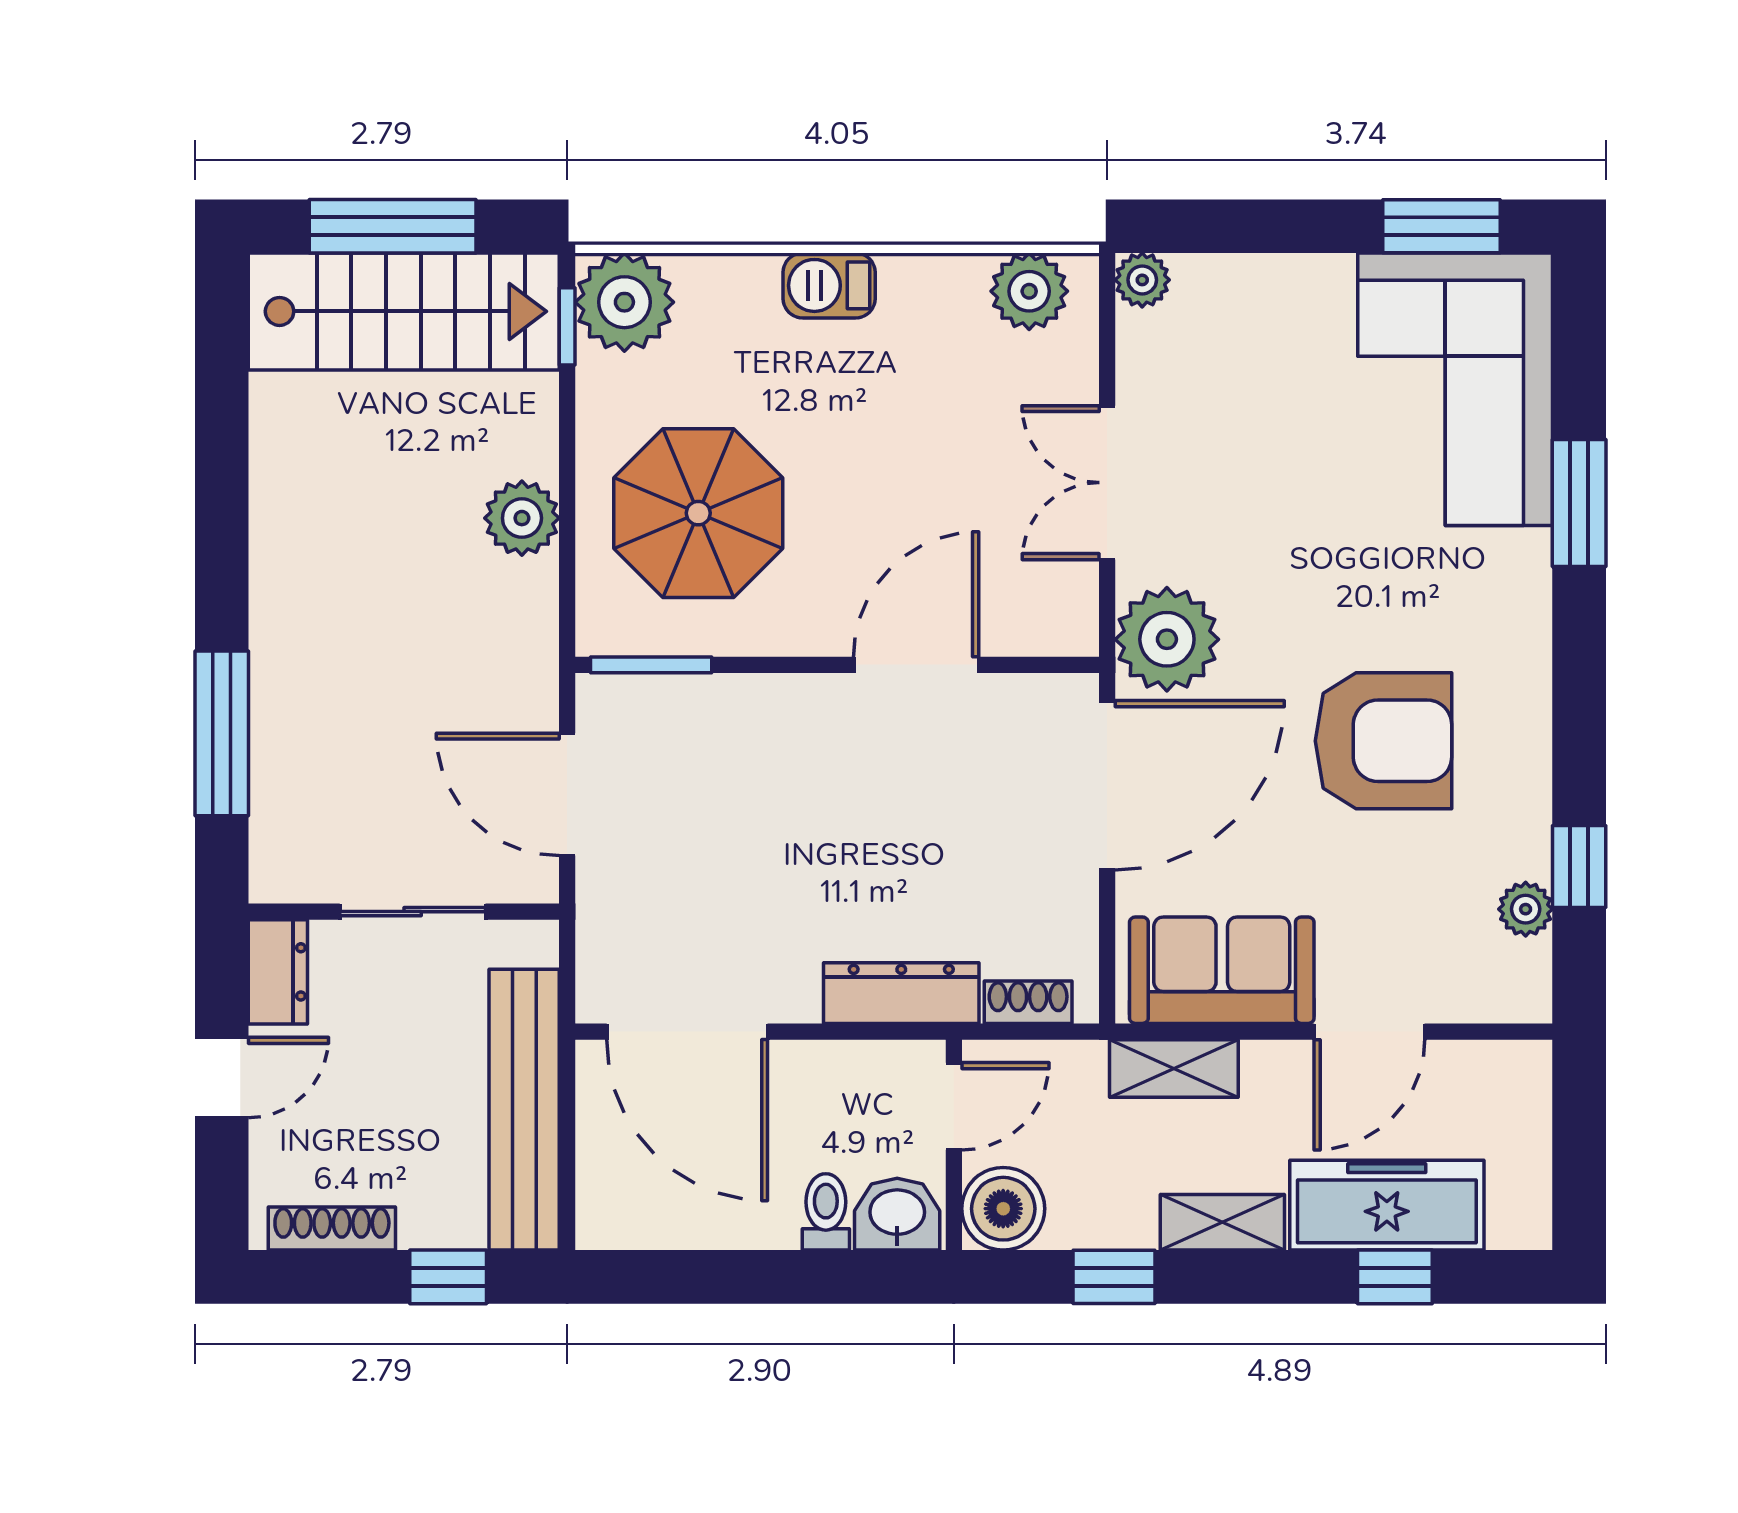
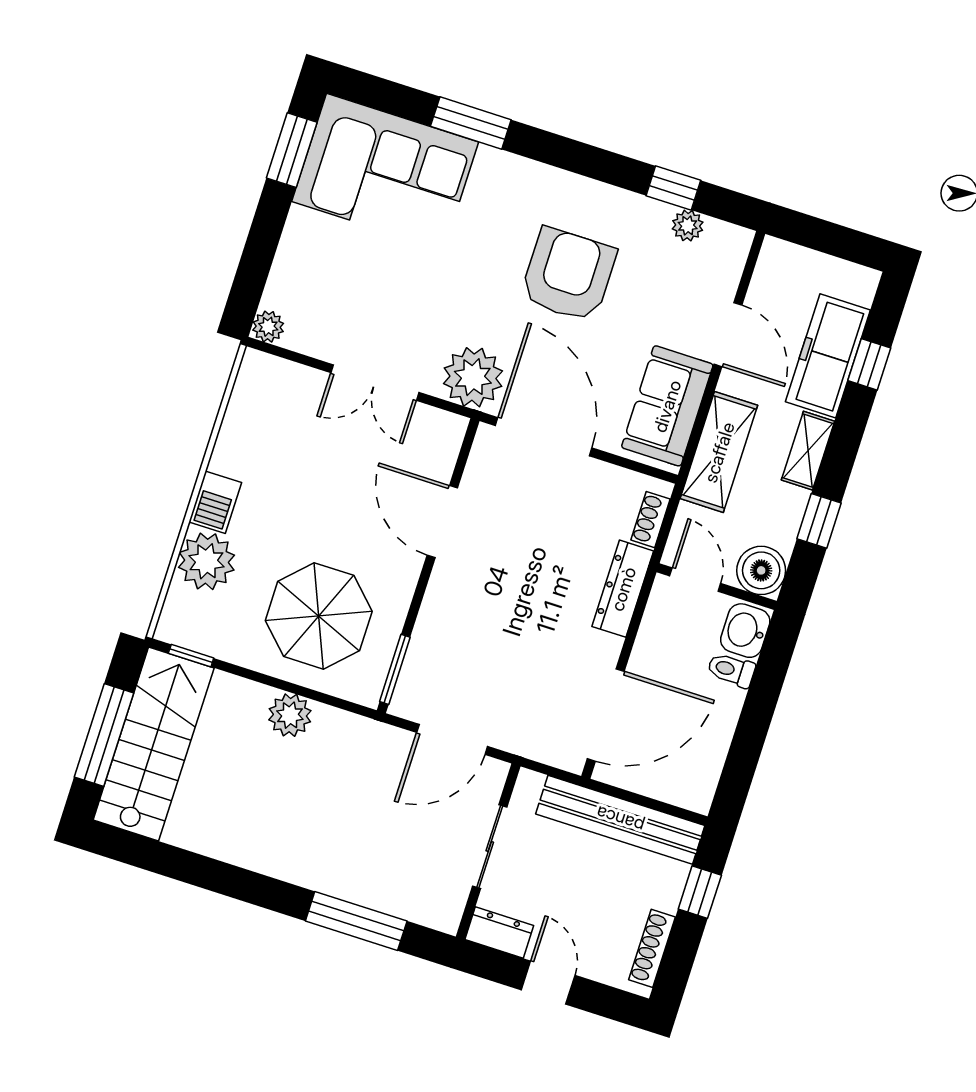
plant: (1029, 291) -> (254, 392), removed
plant: (624, 302) -> (207, 561), moved
shelving: (1174, 1068) -> (719, 452), width x1.50, depth x1.33

